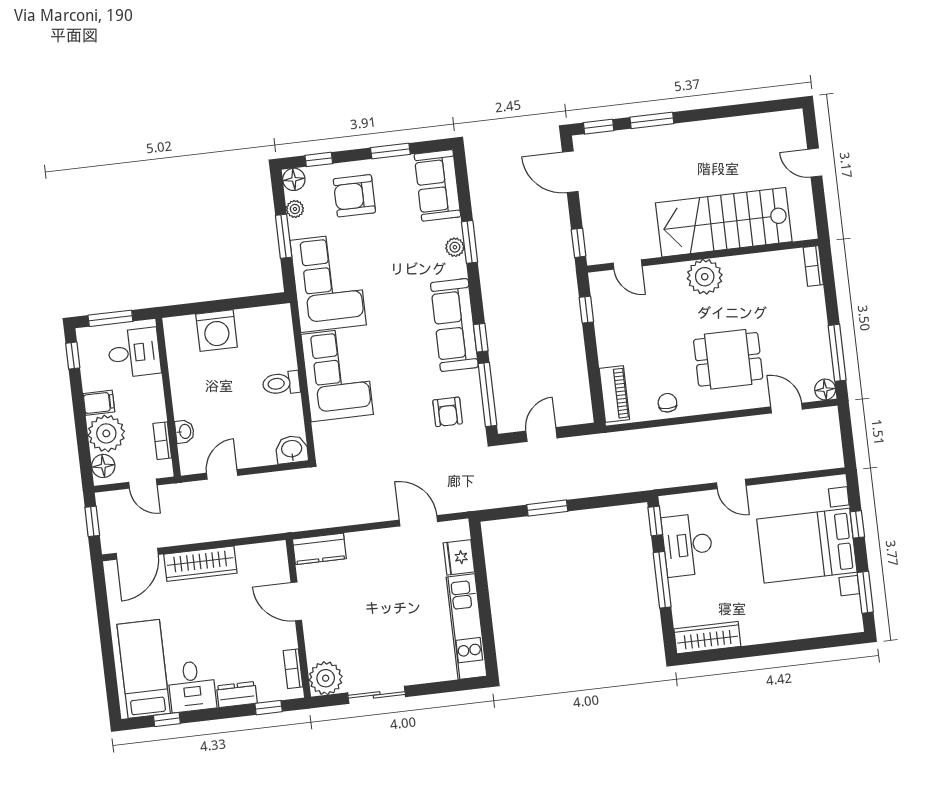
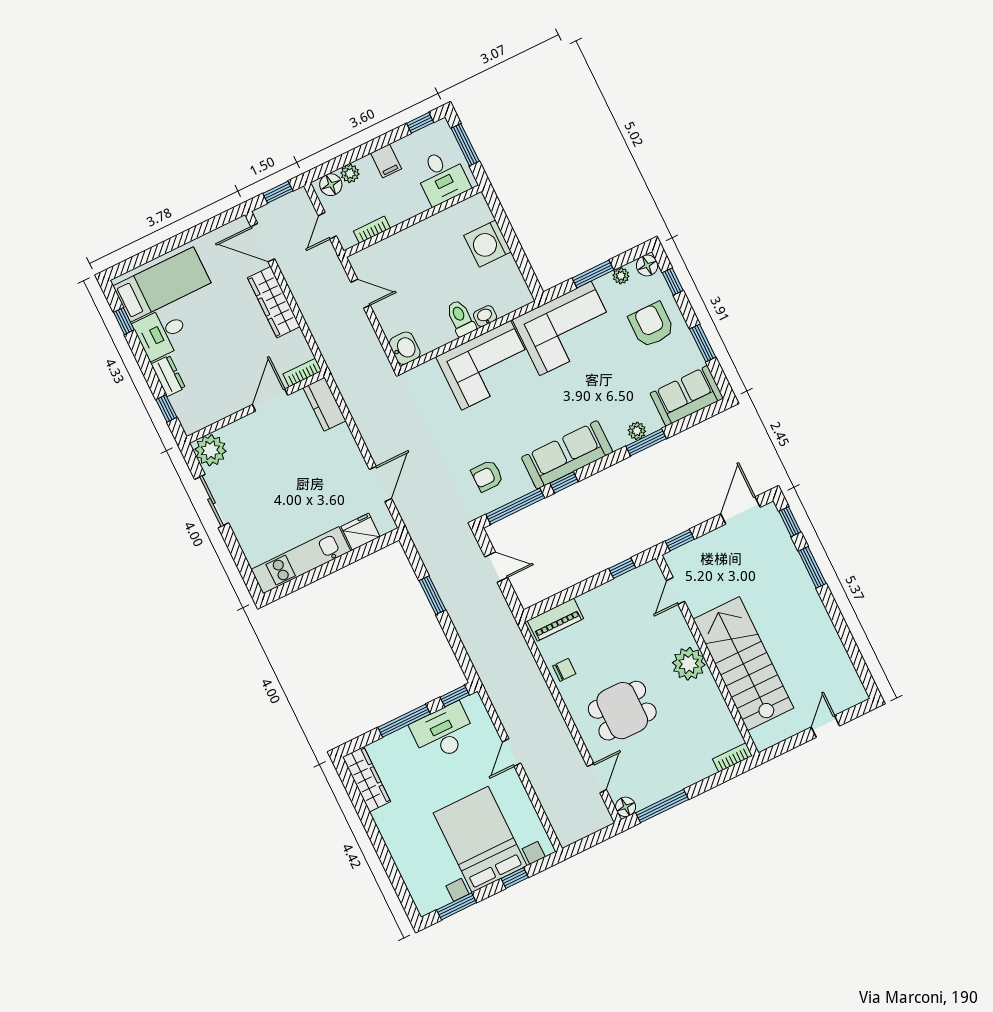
dining table: (728, 359) -> (622, 711), turned 90
washbasin: (185, 431) -> (485, 316), moved, turned 180
plant: (106, 433) -> (350, 173), width x0.53, depth x0.53
bookcase: (293, 669) -> (302, 373), moved

